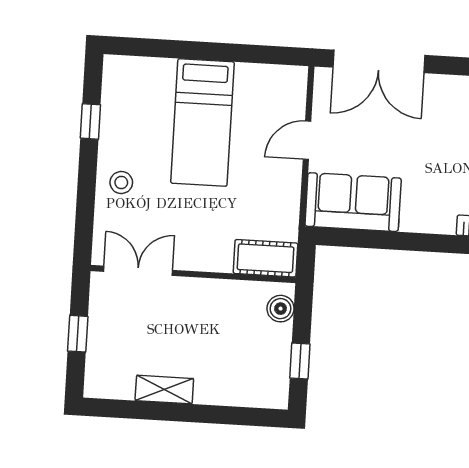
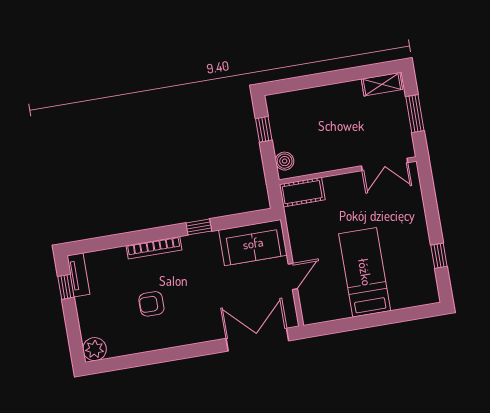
stool: (121, 182) -> (409, 220), removed
window: (426, 243) -> (199, 227), added
window: (78, 334) -> (415, 114), width x1.50
shelving: (164, 390) -> (382, 84), moved

